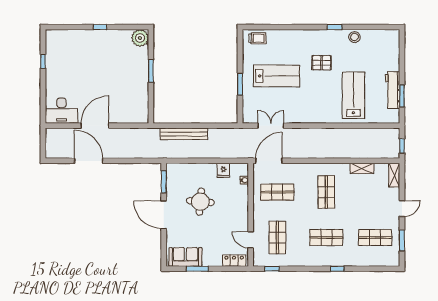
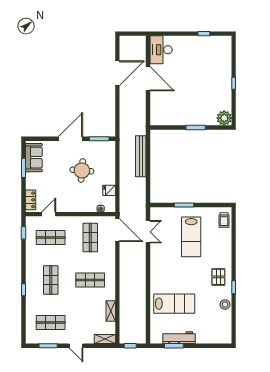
pallet: (322, 63) -> (218, 277), moved
shop shelf: (375, 237) -> (51, 322), turned 90

